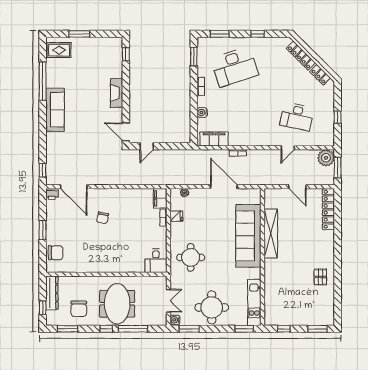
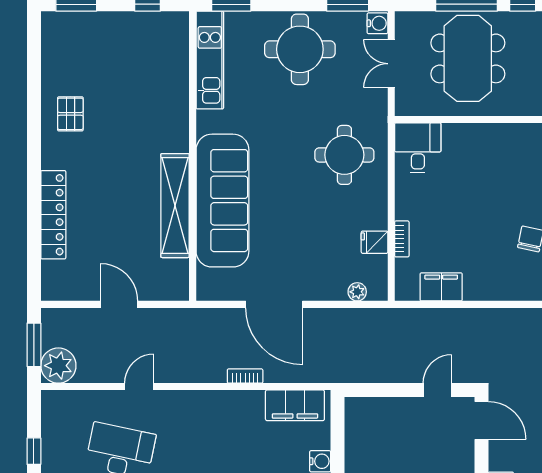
filing cabinet: (160, 198) -> (441, 287), moved, turned -90
locker: (328, 209) -> (53, 215), moved
meeting table: (117, 304) -> (468, 58), moved

